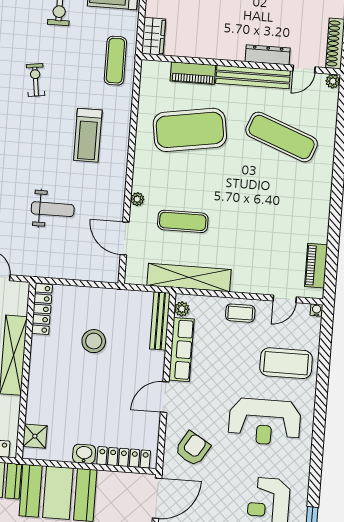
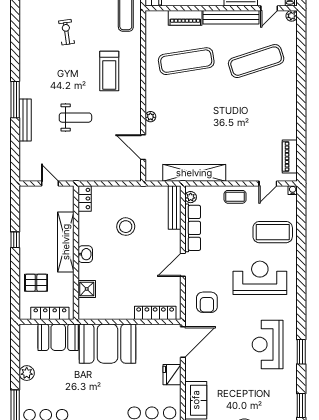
exercise mat: (190, 130) -> (186, 61), width x0.68
exercise mat: (282, 137) -> (256, 61), turned -39
weight bench: (53, 209) -> (75, 118), moved
exercise mat: (183, 221) -> (186, 131), removed
locker: (42, 309) -> (85, 199), width x0.66
reception desk: (265, 422) -> (260, 278), turned 180
shower: (35, 436) -> (87, 289), moved
armchair: (193, 449) -> (207, 302), turned 149
washbasin: (84, 454) -> (85, 254), moved, turned 90

